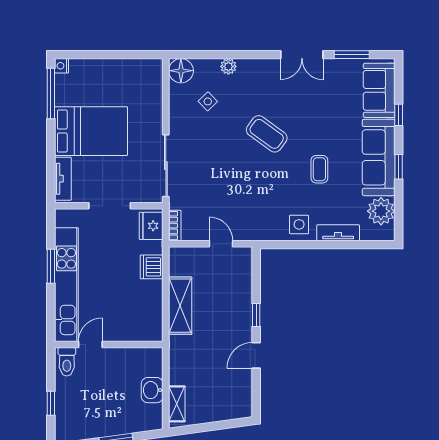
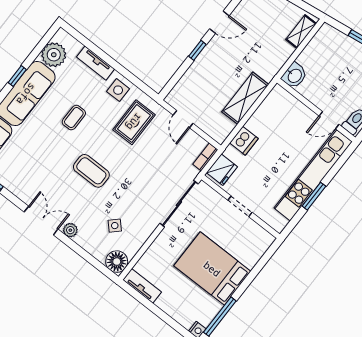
double door: (302, 55) -> (41, 221), moved
plant: (228, 66) -> (70, 230), moved
coffee table: (267, 134) -> (91, 171), turned -36
tv unit: (63, 179) -> (142, 286), moved, turned 90
doorway: (110, 206) -> (240, 206), width x0.73
rug: (263, 207) -> (134, 122), added
washbasin: (152, 390) -> (294, 76), moved

